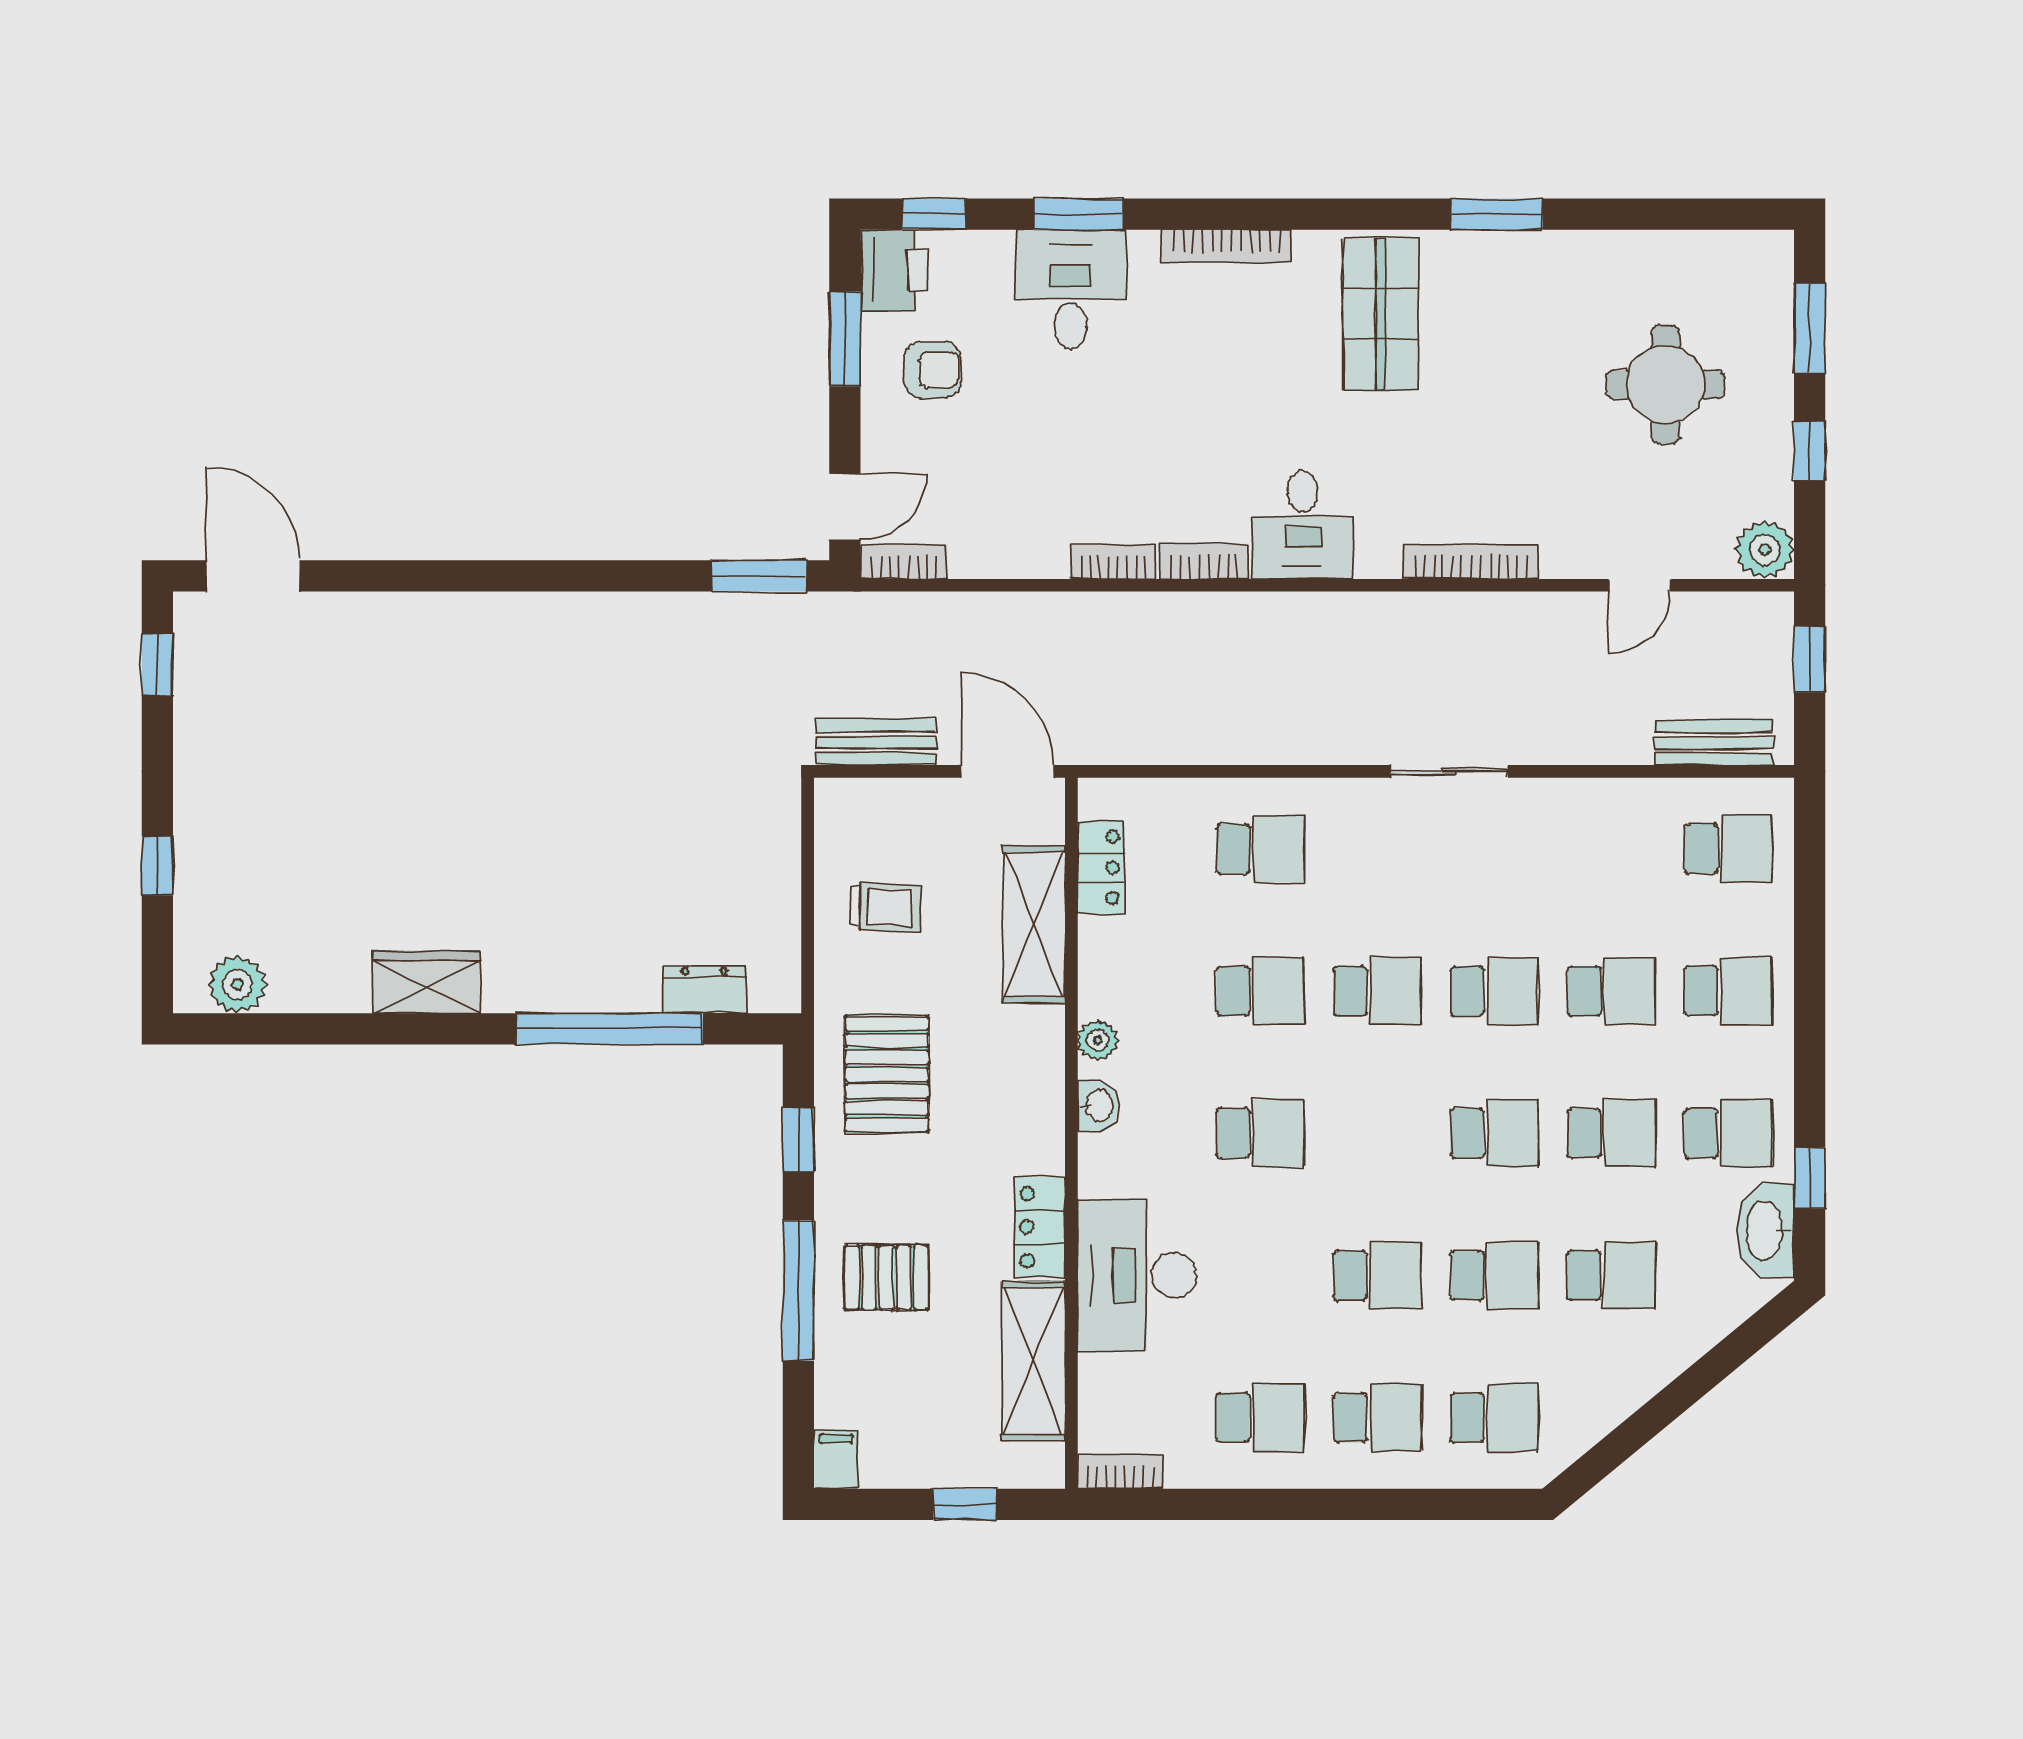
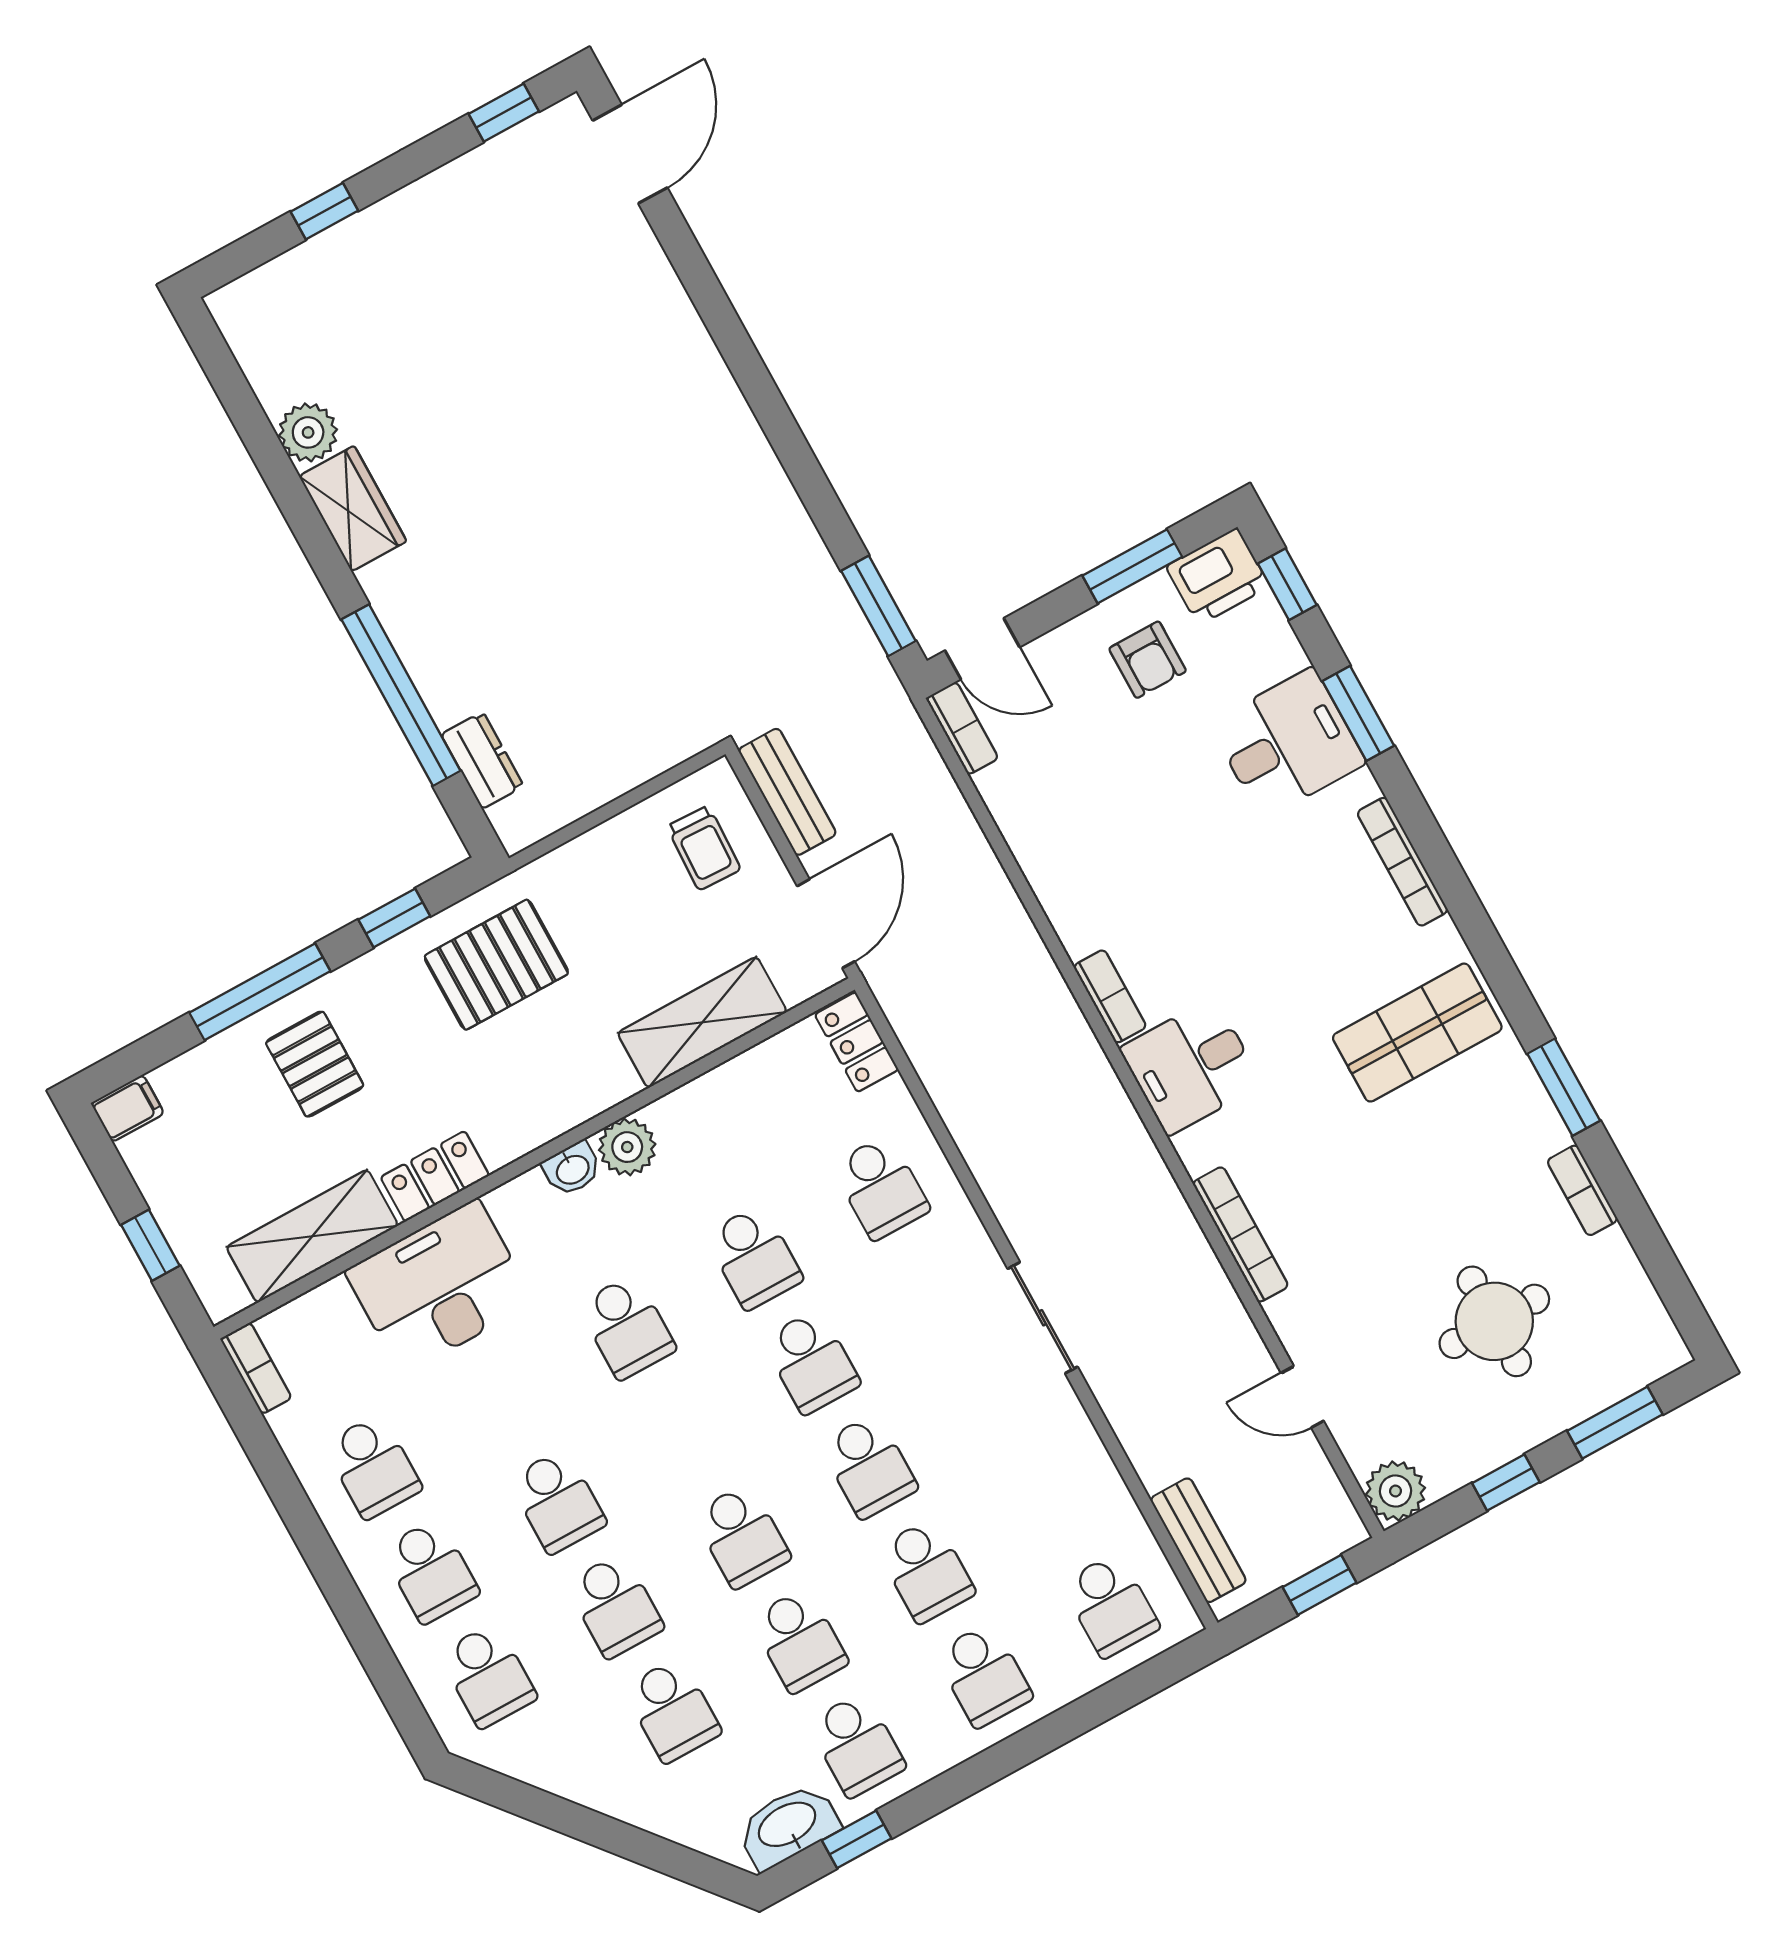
bookcase: (1113, 562) -> (1582, 1190), moved, turned 180
locker: (1101, 867) -> (857, 1042), moved, turned 90
trolley: (885, 907) -> (704, 848), moved
plant: (237, 984) -> (308, 432), moved
plant: (1098, 1040) -> (627, 1147), width x1.38, depth x1.38

